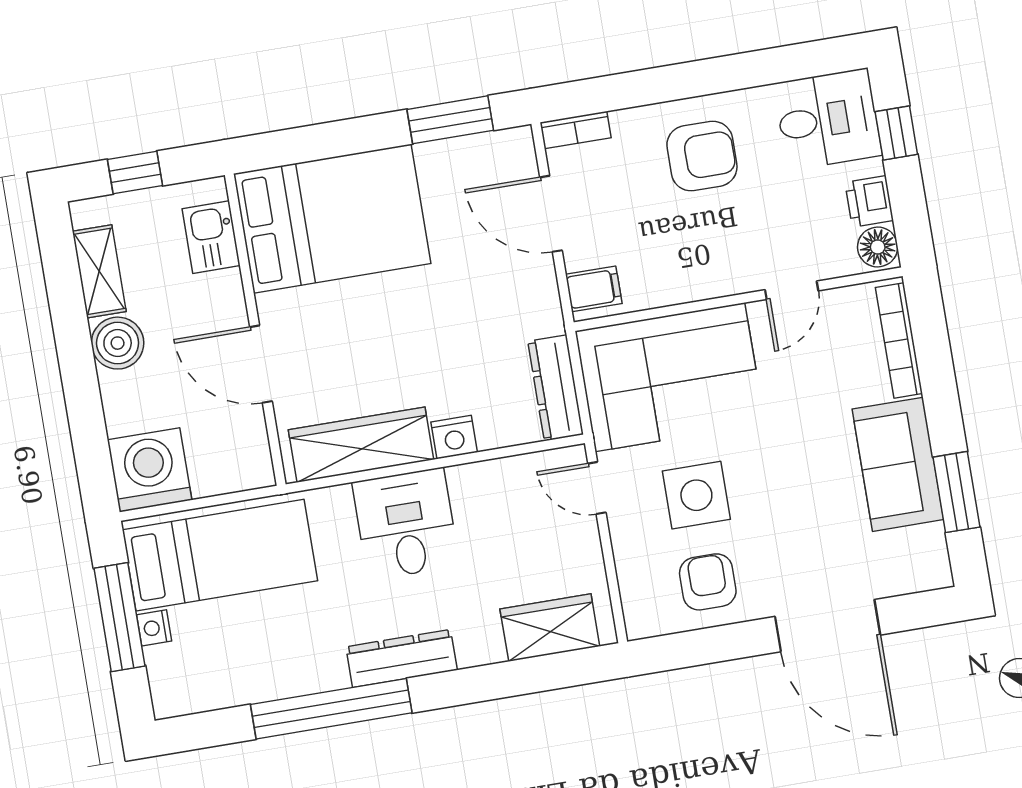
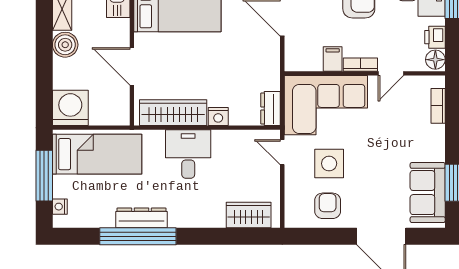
bookcase: (726, 283) -> (360, 65), added
filing cabinet: (594, 289) -> (333, 59), moved, turned -90
bookcase: (899, 340) -> (438, 106), width x0.64
dresser: (556, 388) -> (271, 109), width x0.70
sofa: (898, 464) -> (428, 193), moved
nightstand: (154, 628) -> (60, 207), moved
dresser: (402, 658) -> (142, 218), moved

